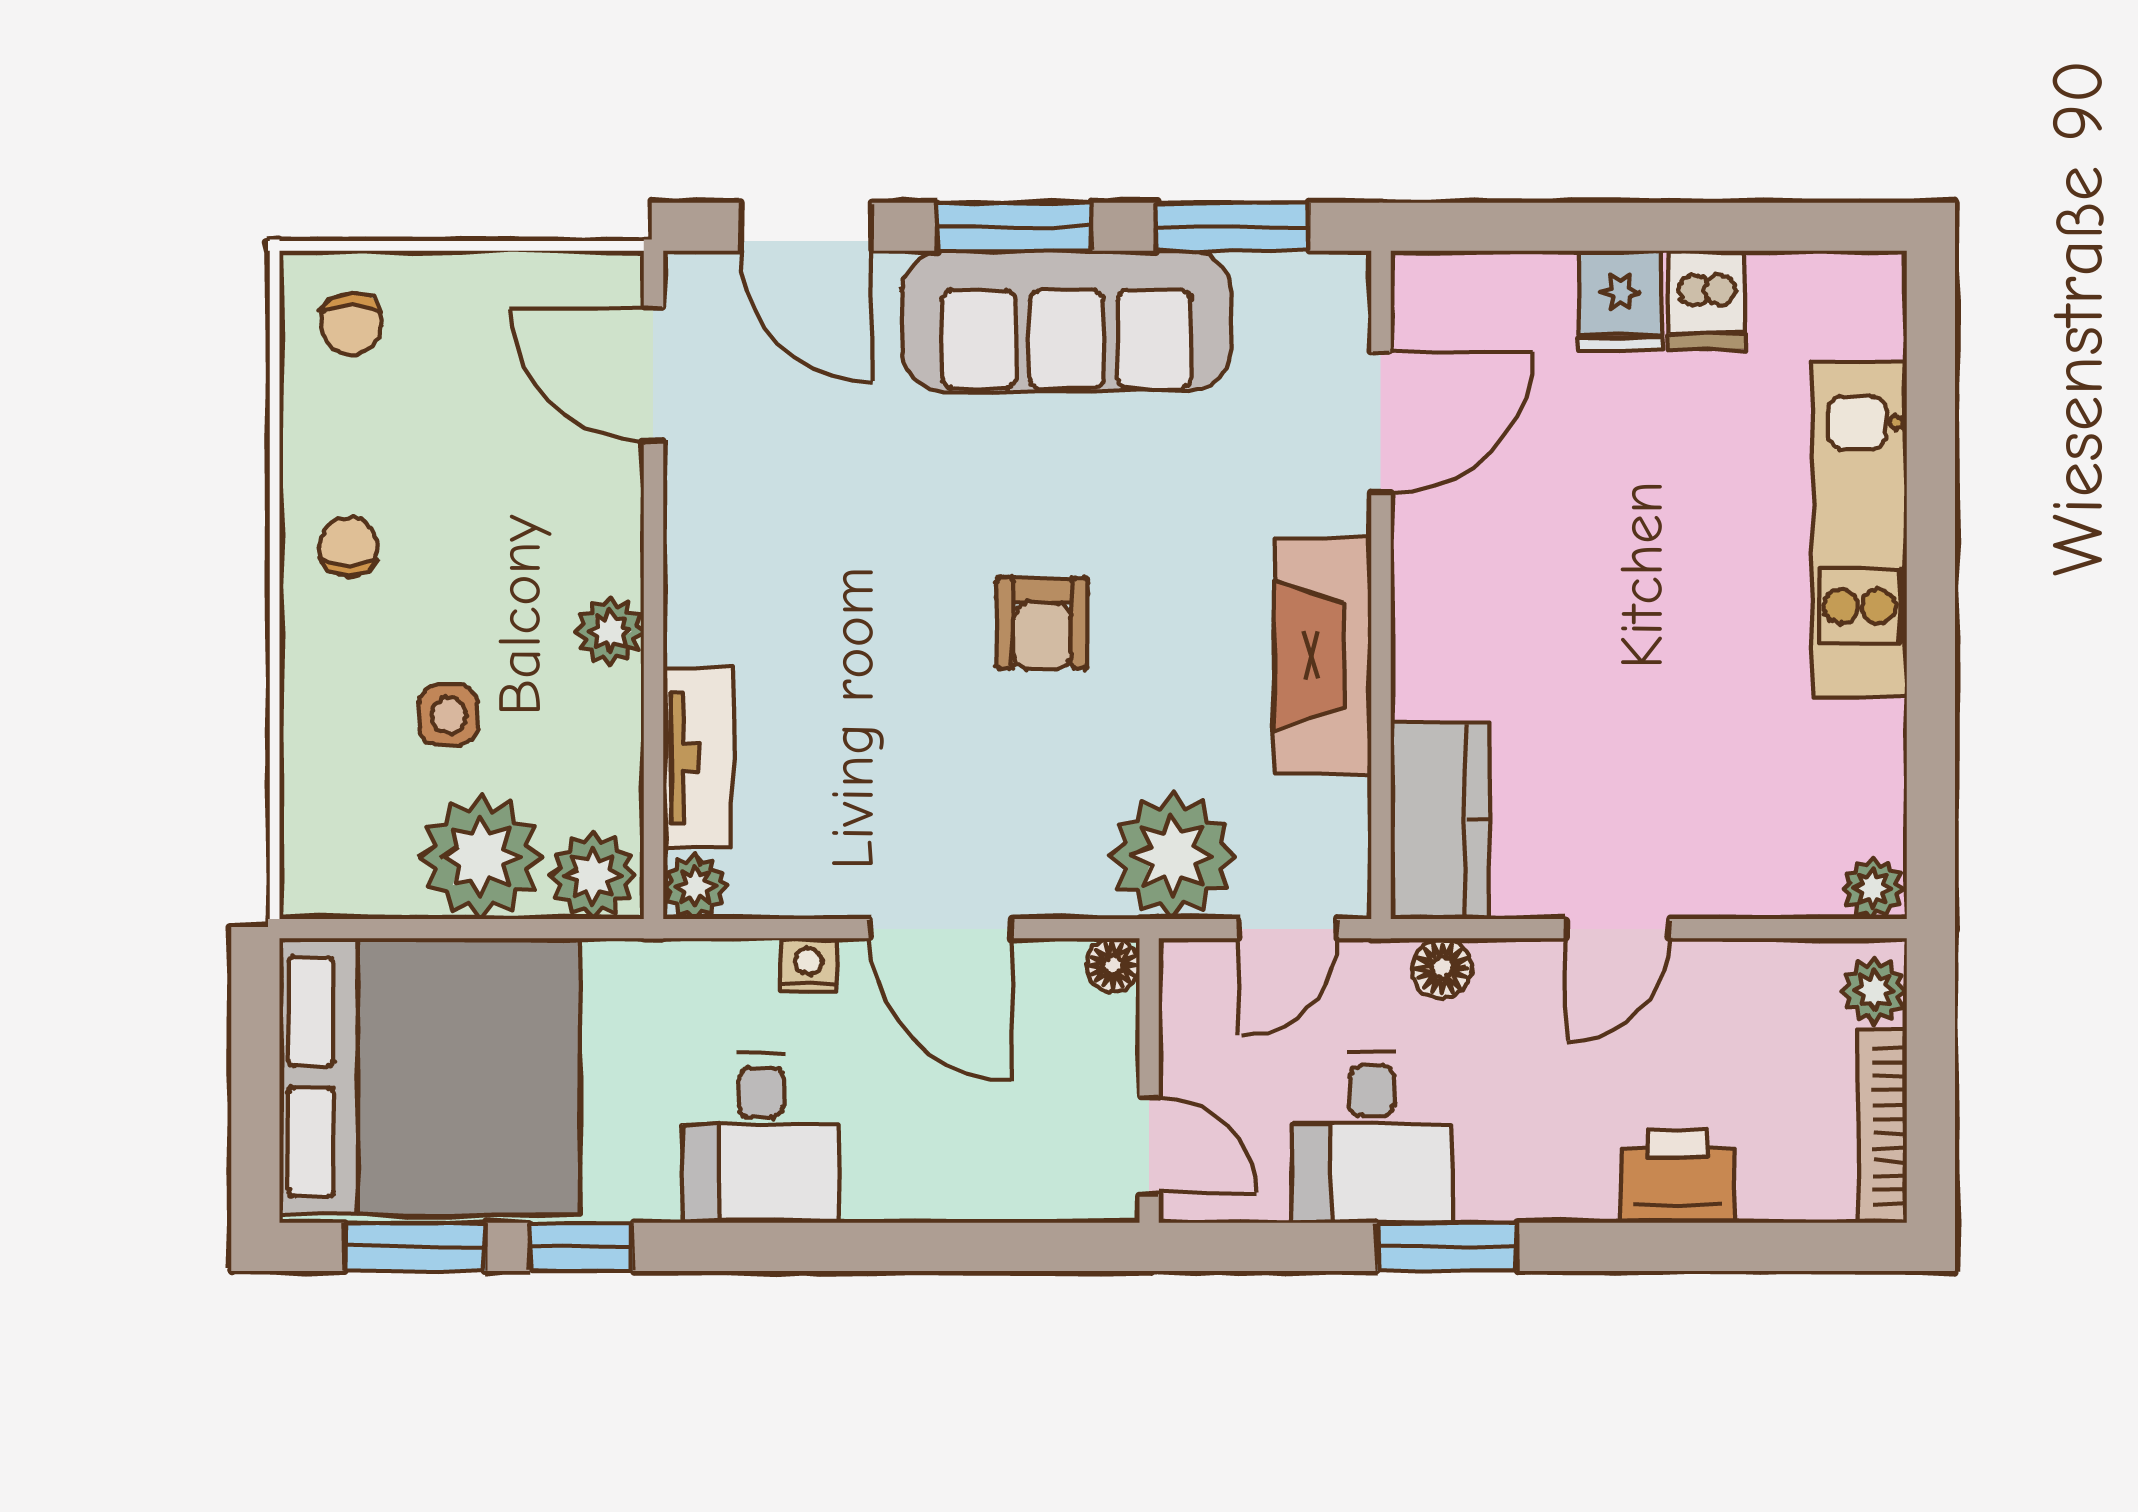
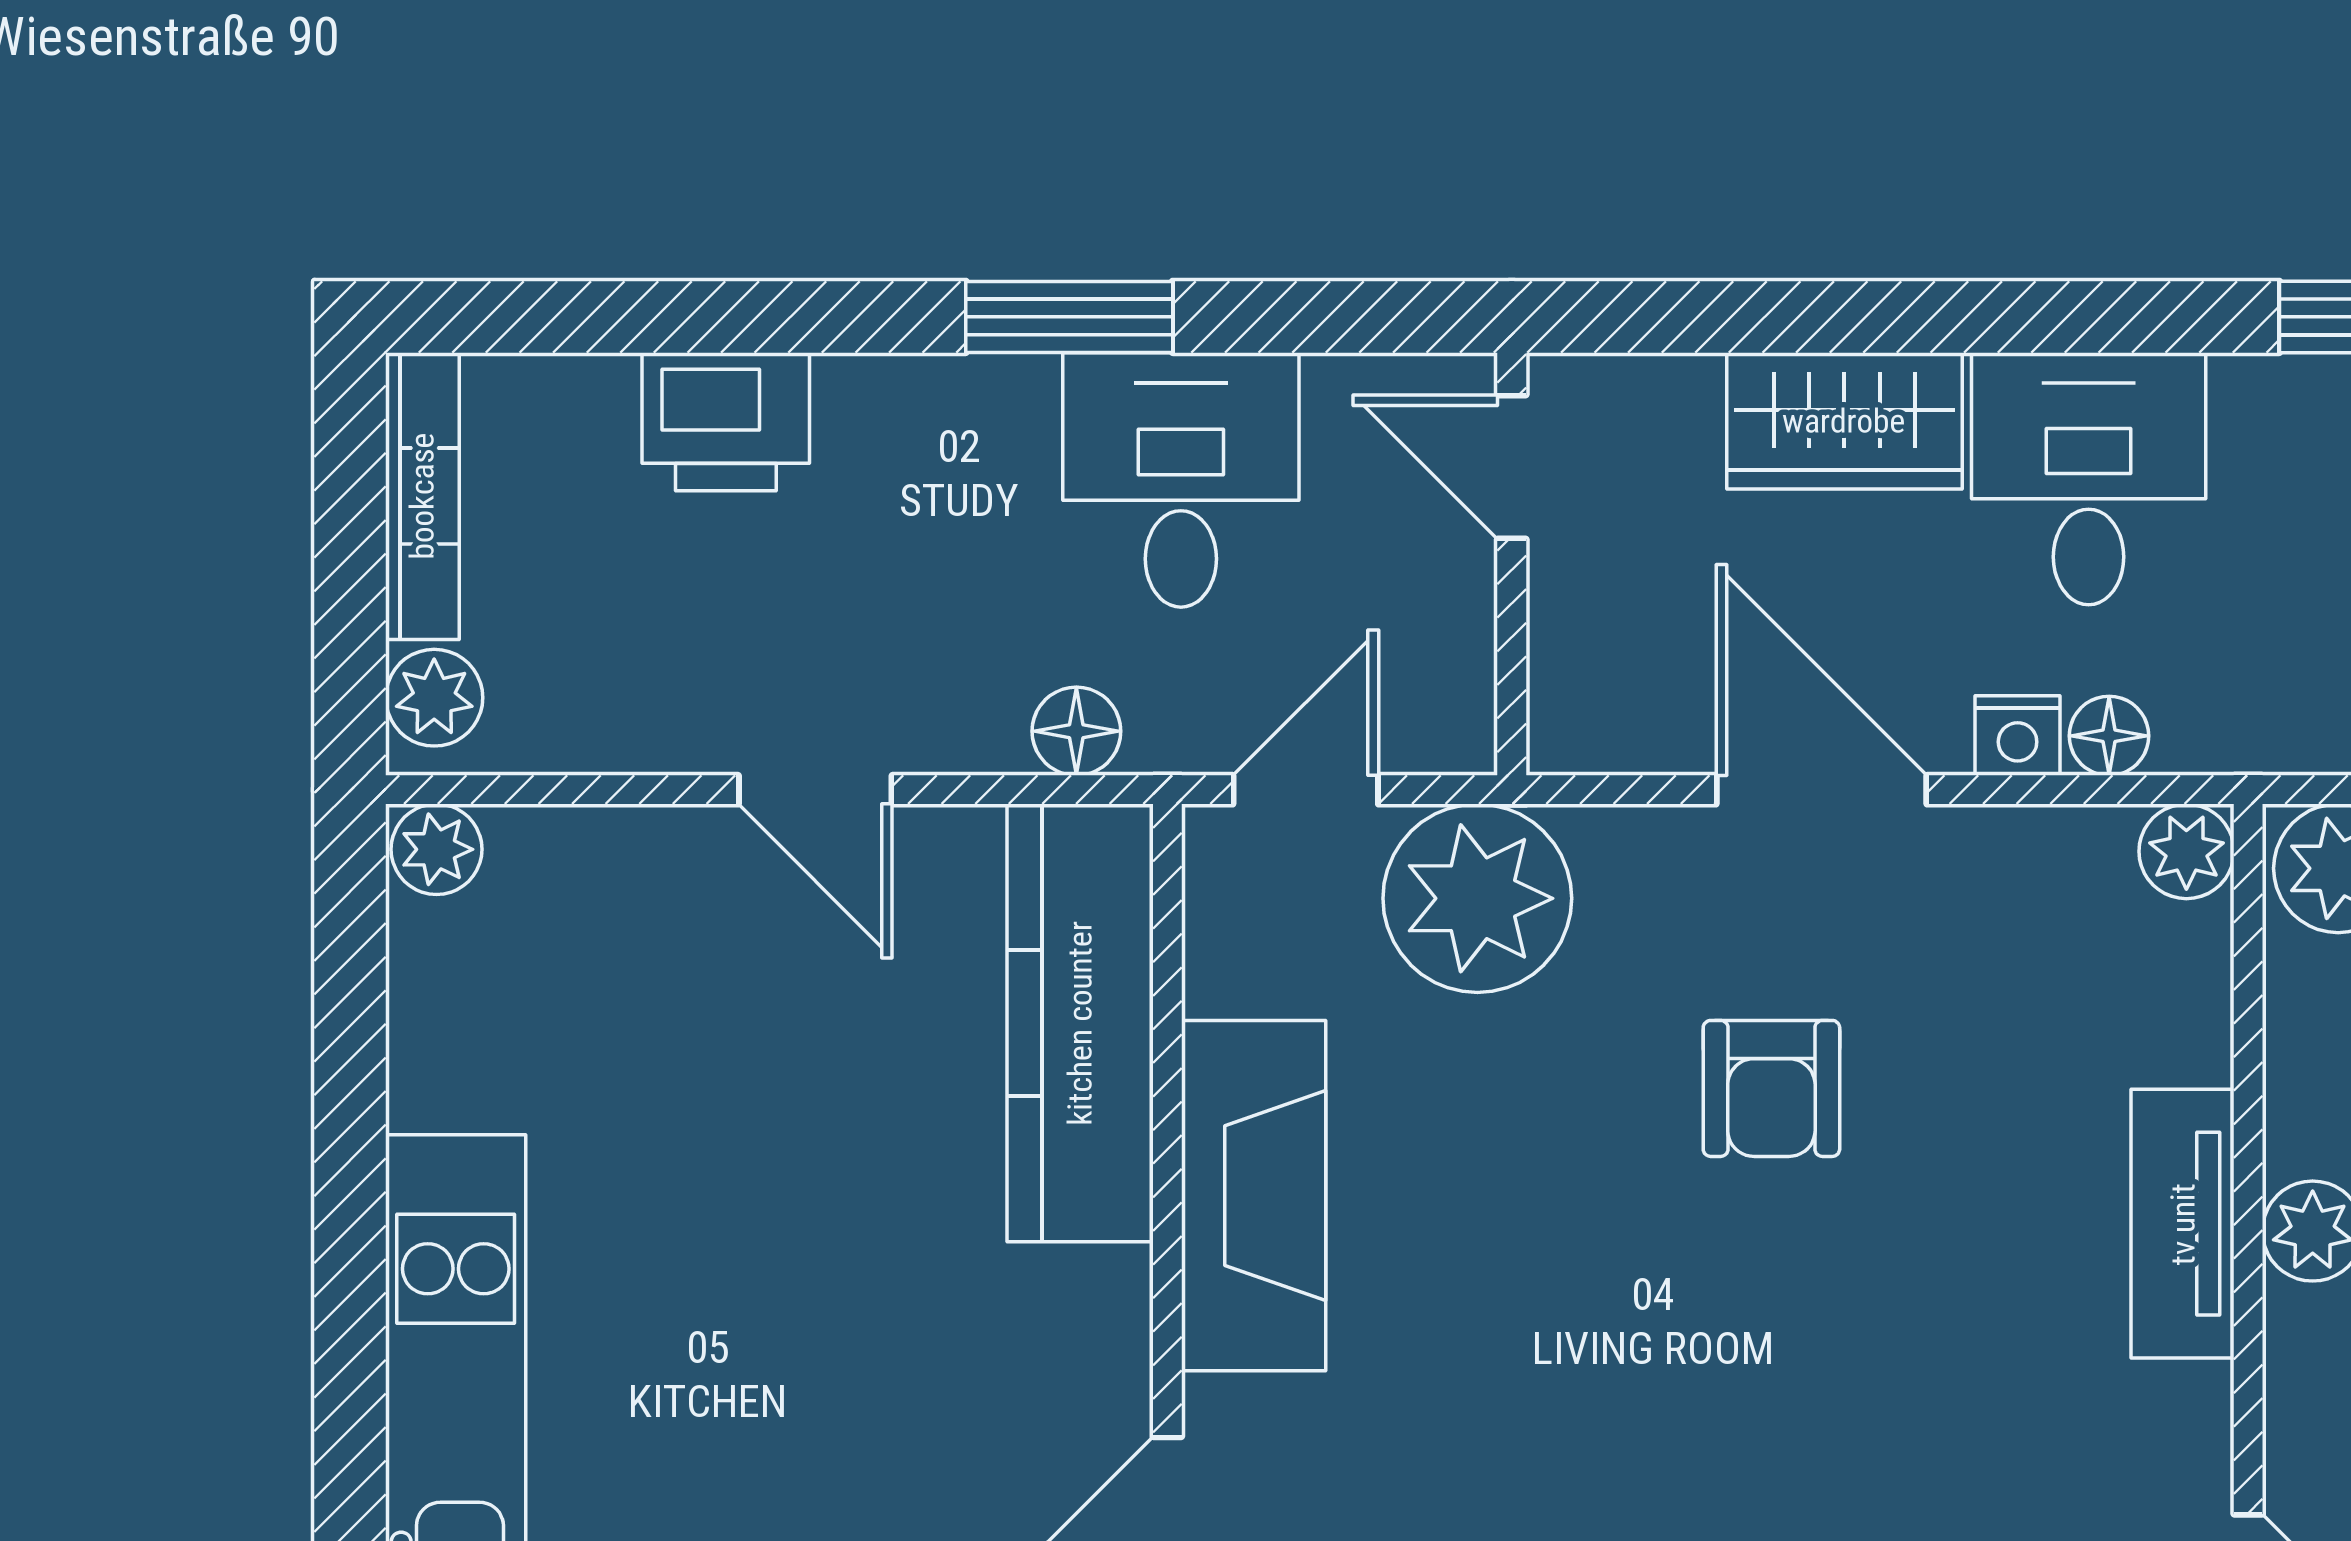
armchair: (1042, 623) -> (1771, 1088), moved, turned 180
tv unit: (698, 758) -> (2183, 1224), moved
kitchen counter: (1440, 821) -> (1080, 1023), width x1.50
door: (1618, 929) -> (815, 790), swing flipped
floor lamp: (1113, 965) -> (2109, 736), moved
wardrobe: (925, 1177) -> (1844, 421), added

